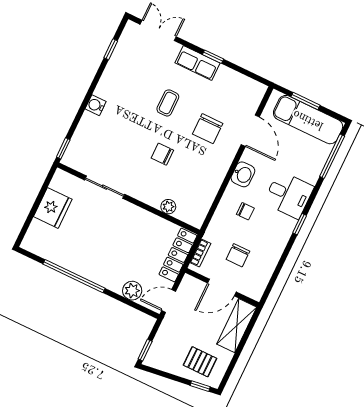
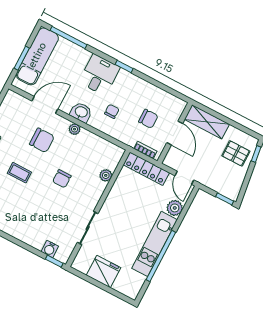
water cooler: (96, 105) -> (50, 249), moved
plant: (222, 167) -> (74, 129), added
kitchen unit: (88, 268) -> (155, 244), added
pallet: (200, 362) -> (236, 153), turned 90

